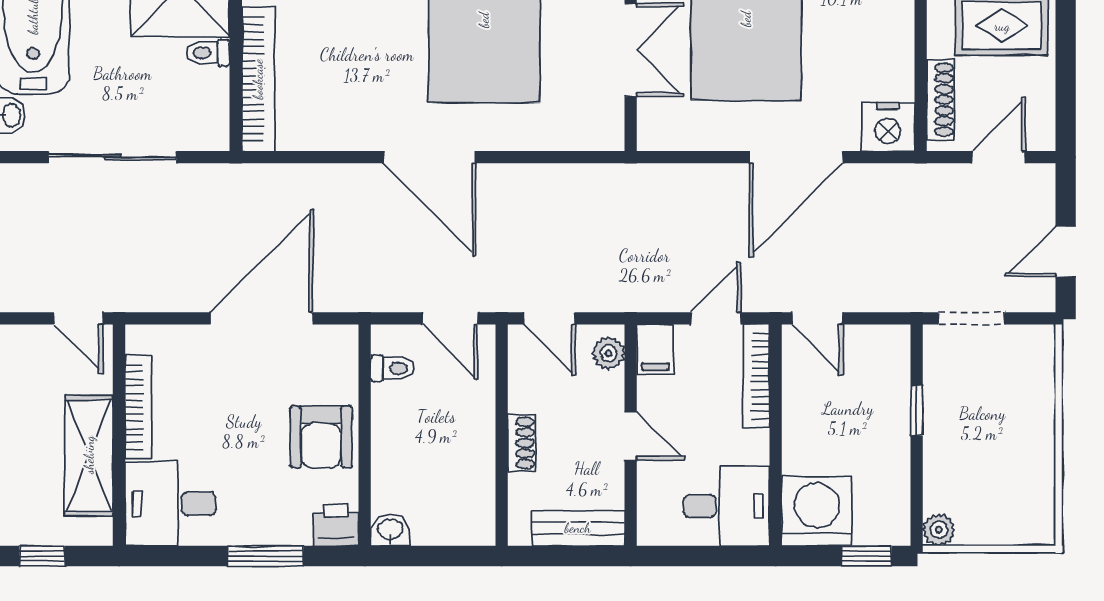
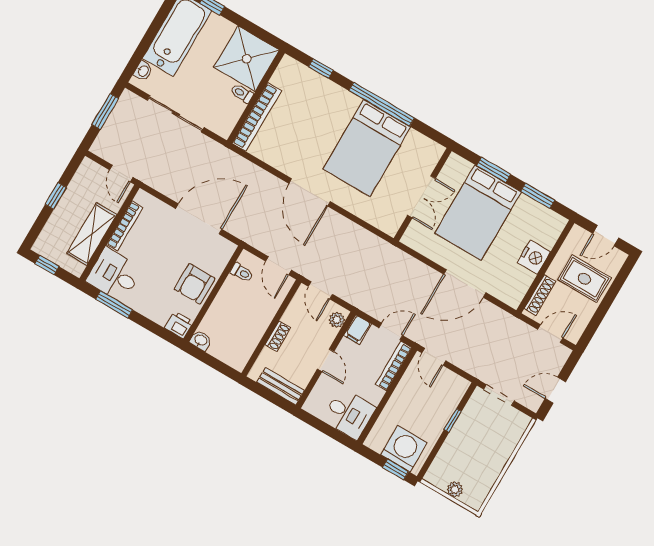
nightstand: (888, 127) -> (534, 257), moved, turned -90
washing machine: (817, 511) -> (404, 449), moved
plant: (939, 530) -> (455, 489), moved
window: (265, 556) -> (114, 304), moved

